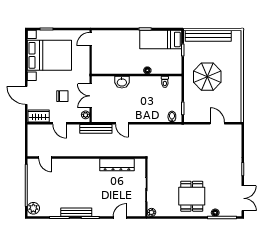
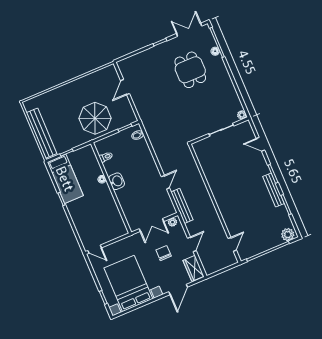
parasol: (207, 77) -> (95, 118), moved
washbasin: (122, 82) -> (117, 181), moved
dresser: (117, 165) -> (209, 170), removed
dining table: (192, 196) -> (190, 70), moved, turned 90

